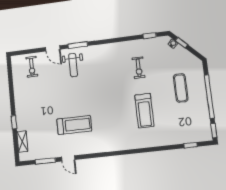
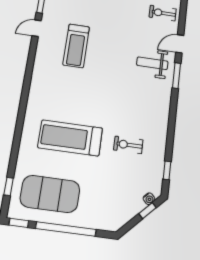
exercise mat: (181, 88) -> (50, 194), moved, width x2.00, depth x1.45
treadmill: (144, 111) -> (70, 138), width x1.37, depth x1.38

